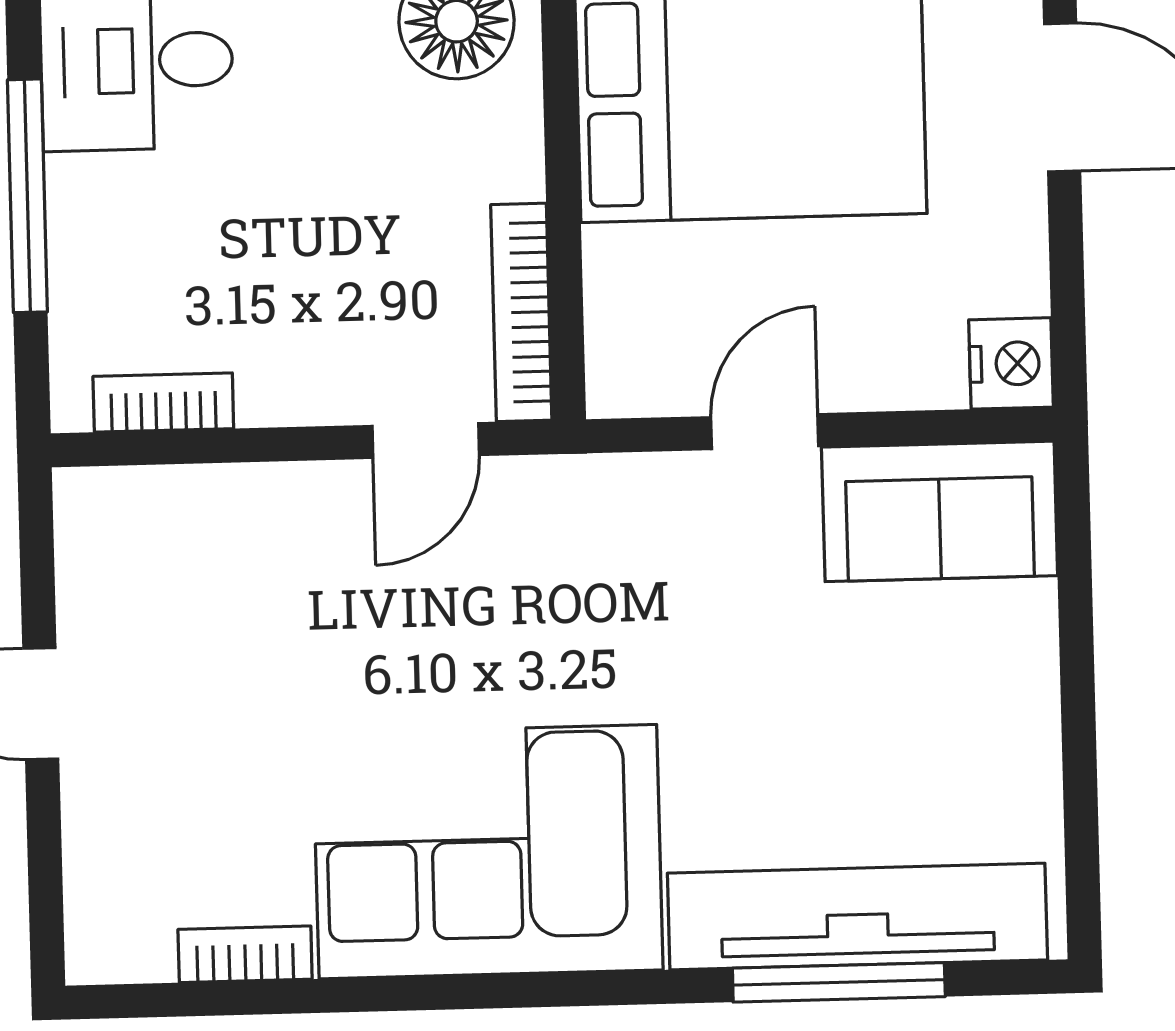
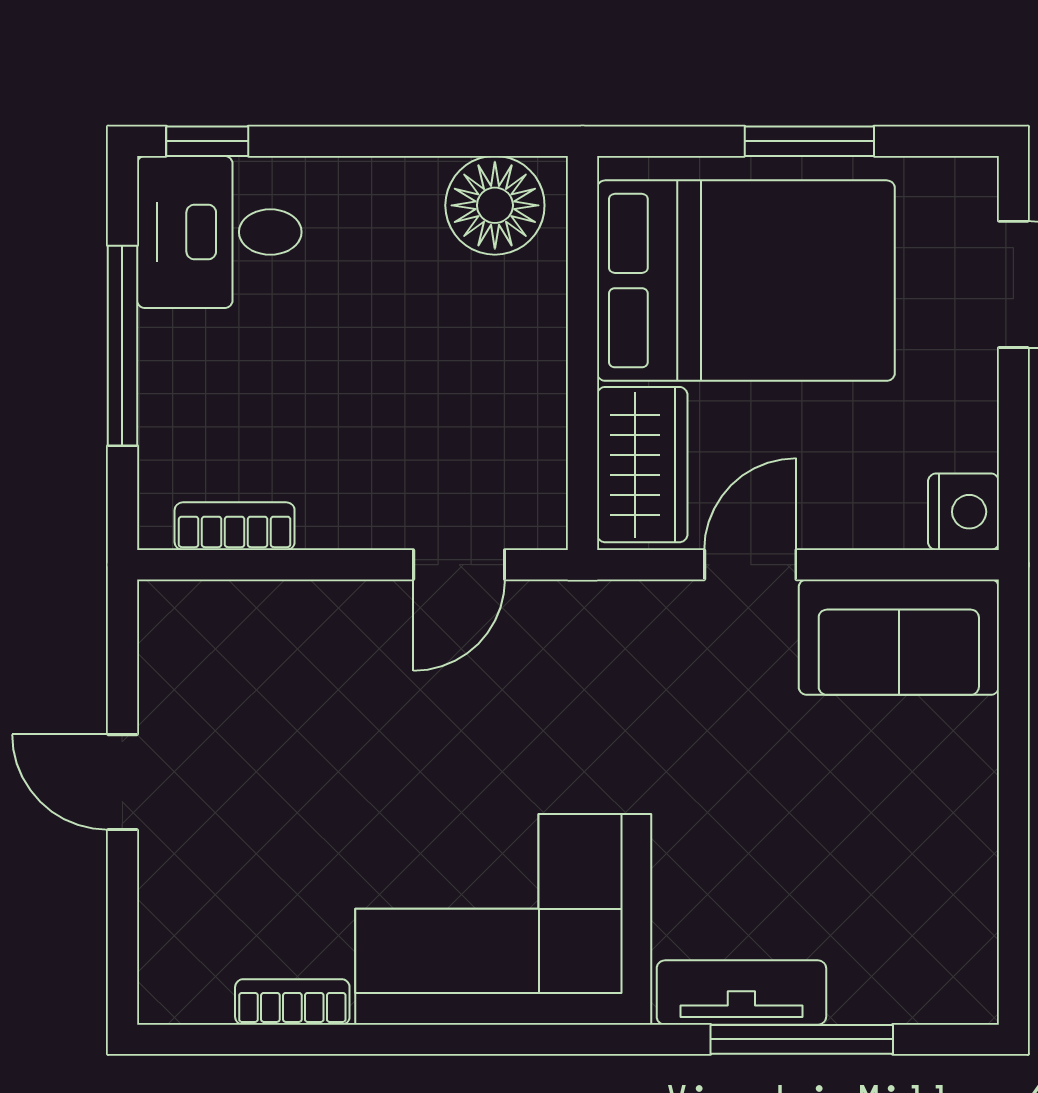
bookcase: (521, 312) -> (544, 457), removed
wardrobe: (636, 318) -> (642, 465), added
tv unit: (857, 917) -> (741, 992), width x0.52, depth x0.78

